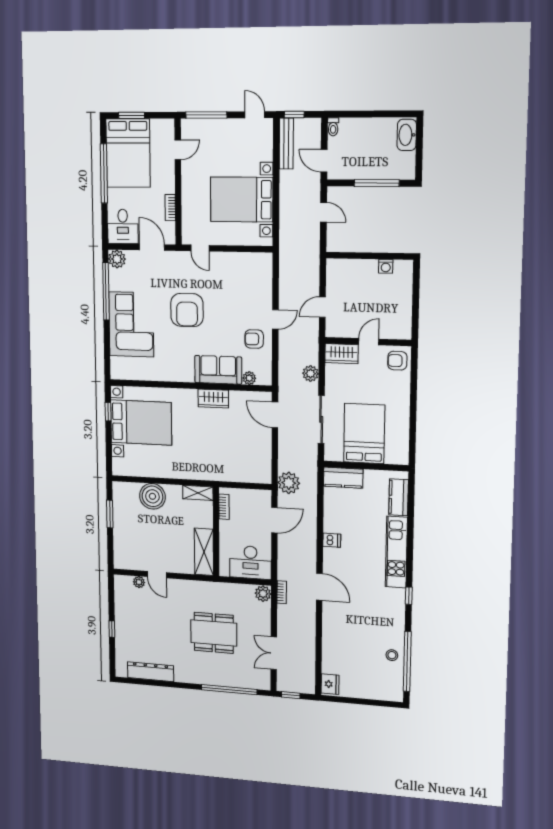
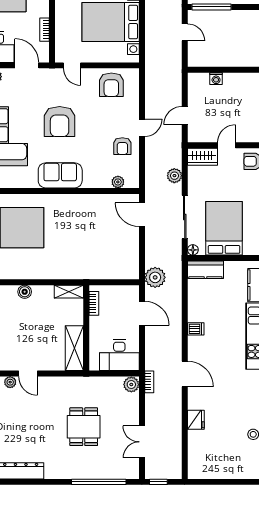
window: (377, 183) -> (211, 7), moved
washing machine: (386, 266) -> (216, 79), moved
armchair: (242, 270) -> (111, 85), added
armchair: (254, 339) -> (122, 146), turned -90
sofa: (218, 370) -> (60, 175), moved
wardrobe: (213, 398) -> (84, 202), removed
floor lamp: (330, 455) -> (193, 250), added
boiler: (152, 496) -> (25, 292), width x0.54, depth x0.54
door: (274, 520) -> (142, 313), hinge flipped
dining table: (214, 633) -> (84, 427), width x0.73
fridge: (330, 684) -> (196, 420), moved

